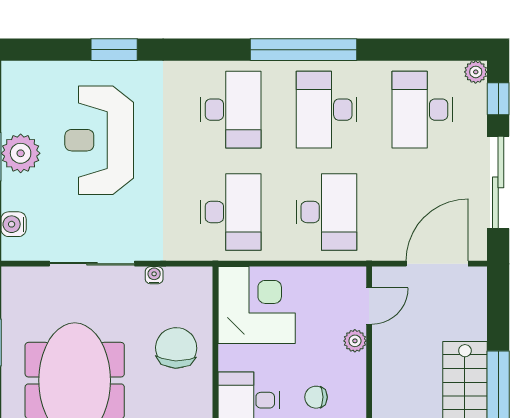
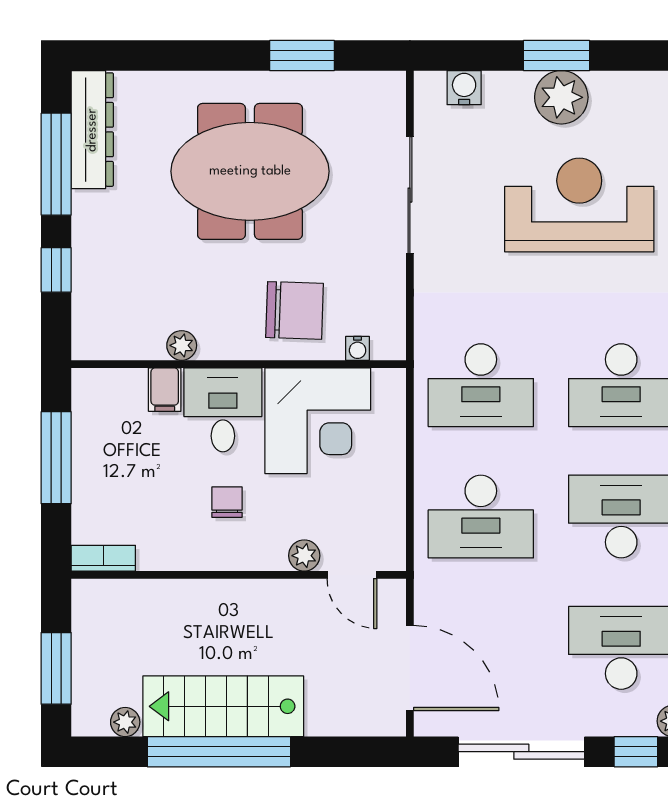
water cooler: (154, 275) -> (358, 348), moved, turned 90
corner desk: (257, 305) -> (318, 421), moved

